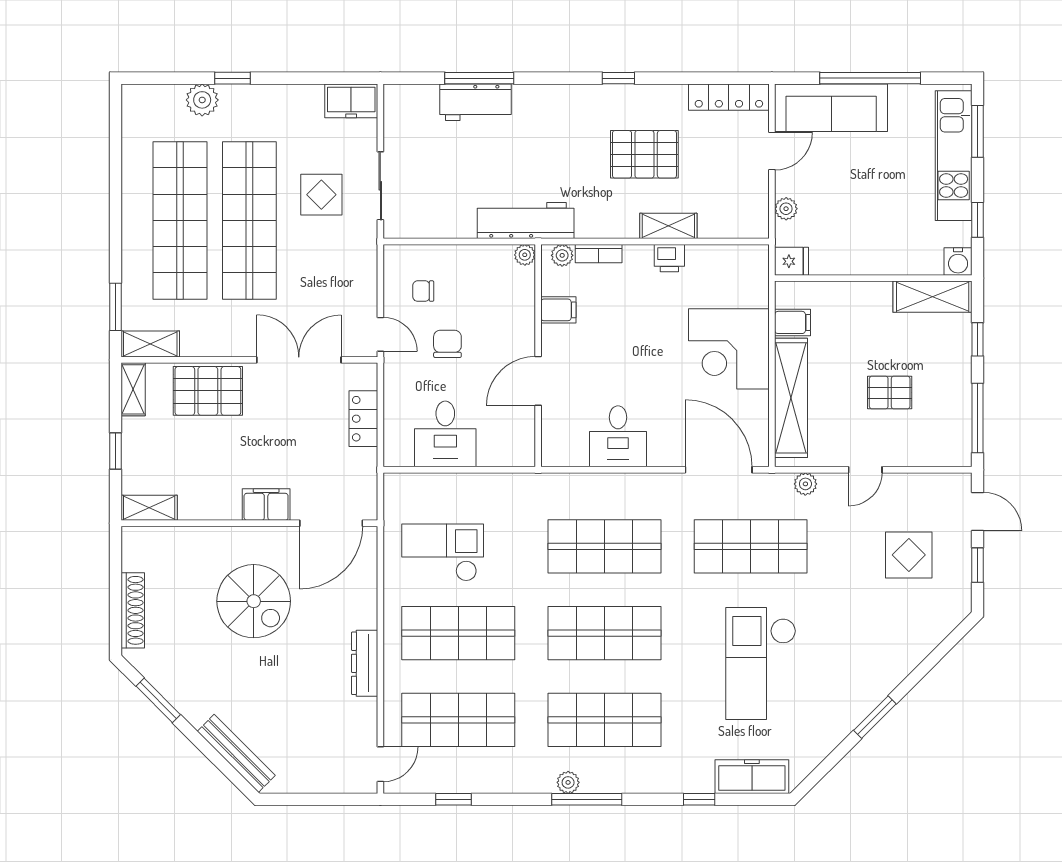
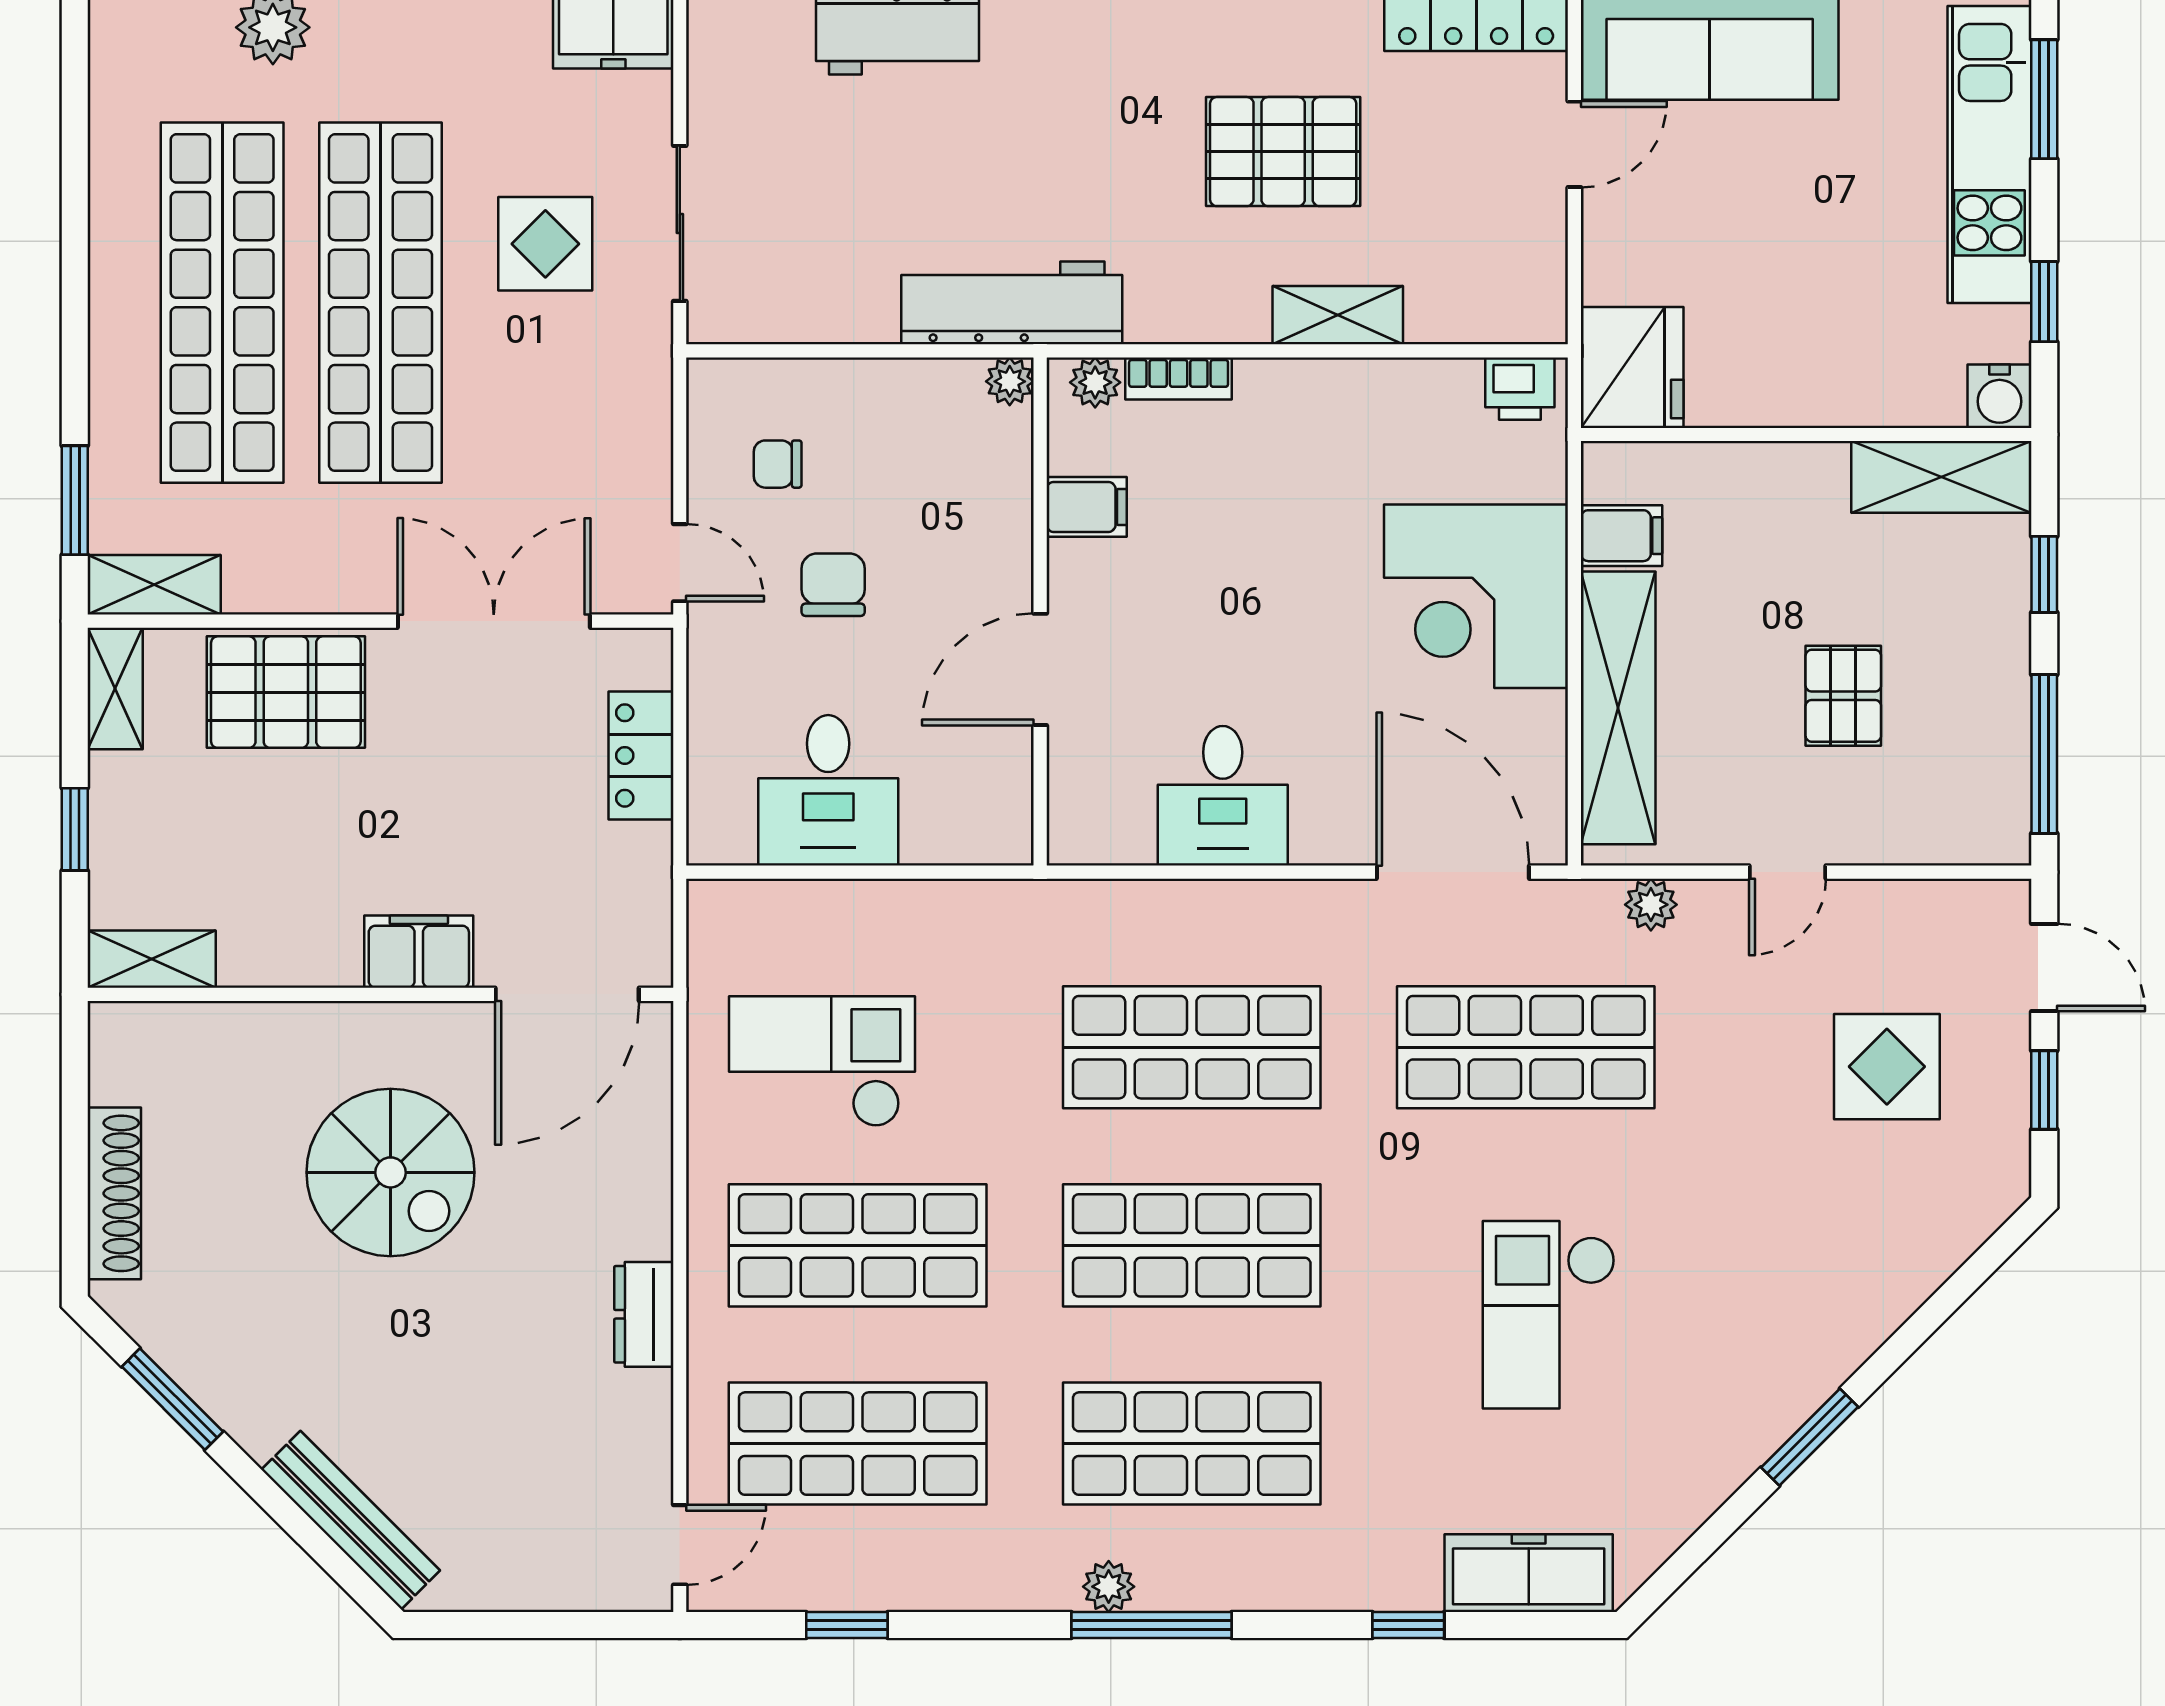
plant: (786, 209) -> (1607, 276), removed
printer: (669, 258) -> (1520, 389), moved
fridge: (792, 261) -> (1632, 367), width x1.88, depth x1.34
pallet: (890, 393) -> (1843, 696), turned 90
dresser: (365, 663) -> (644, 1314), width x0.70
checkout: (761, 663) -> (1549, 1315), width x0.73, depth x0.83

